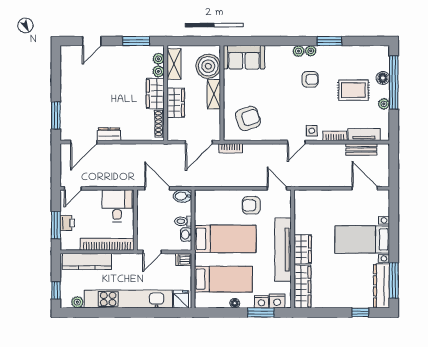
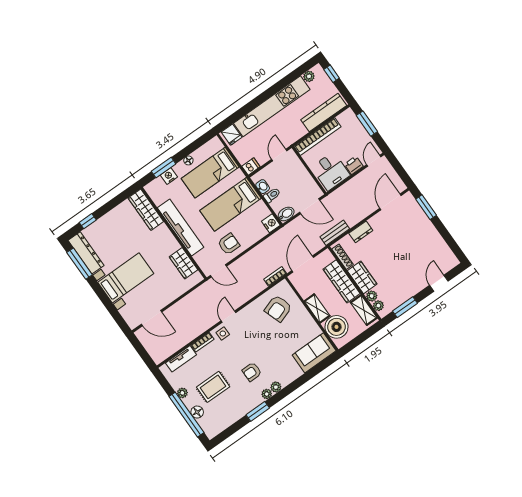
wardrobe: (176, 103) -> (342, 281), width x1.50
dresser: (109, 134) -> (361, 232), moved
bench: (361, 149) -> (335, 233), moved
printer: (67, 223) -> (354, 165), moved, turned 90
wardrobe: (303, 249) -> (183, 263), moved
nightstand: (277, 301) -> (271, 223), moved, turned 90

